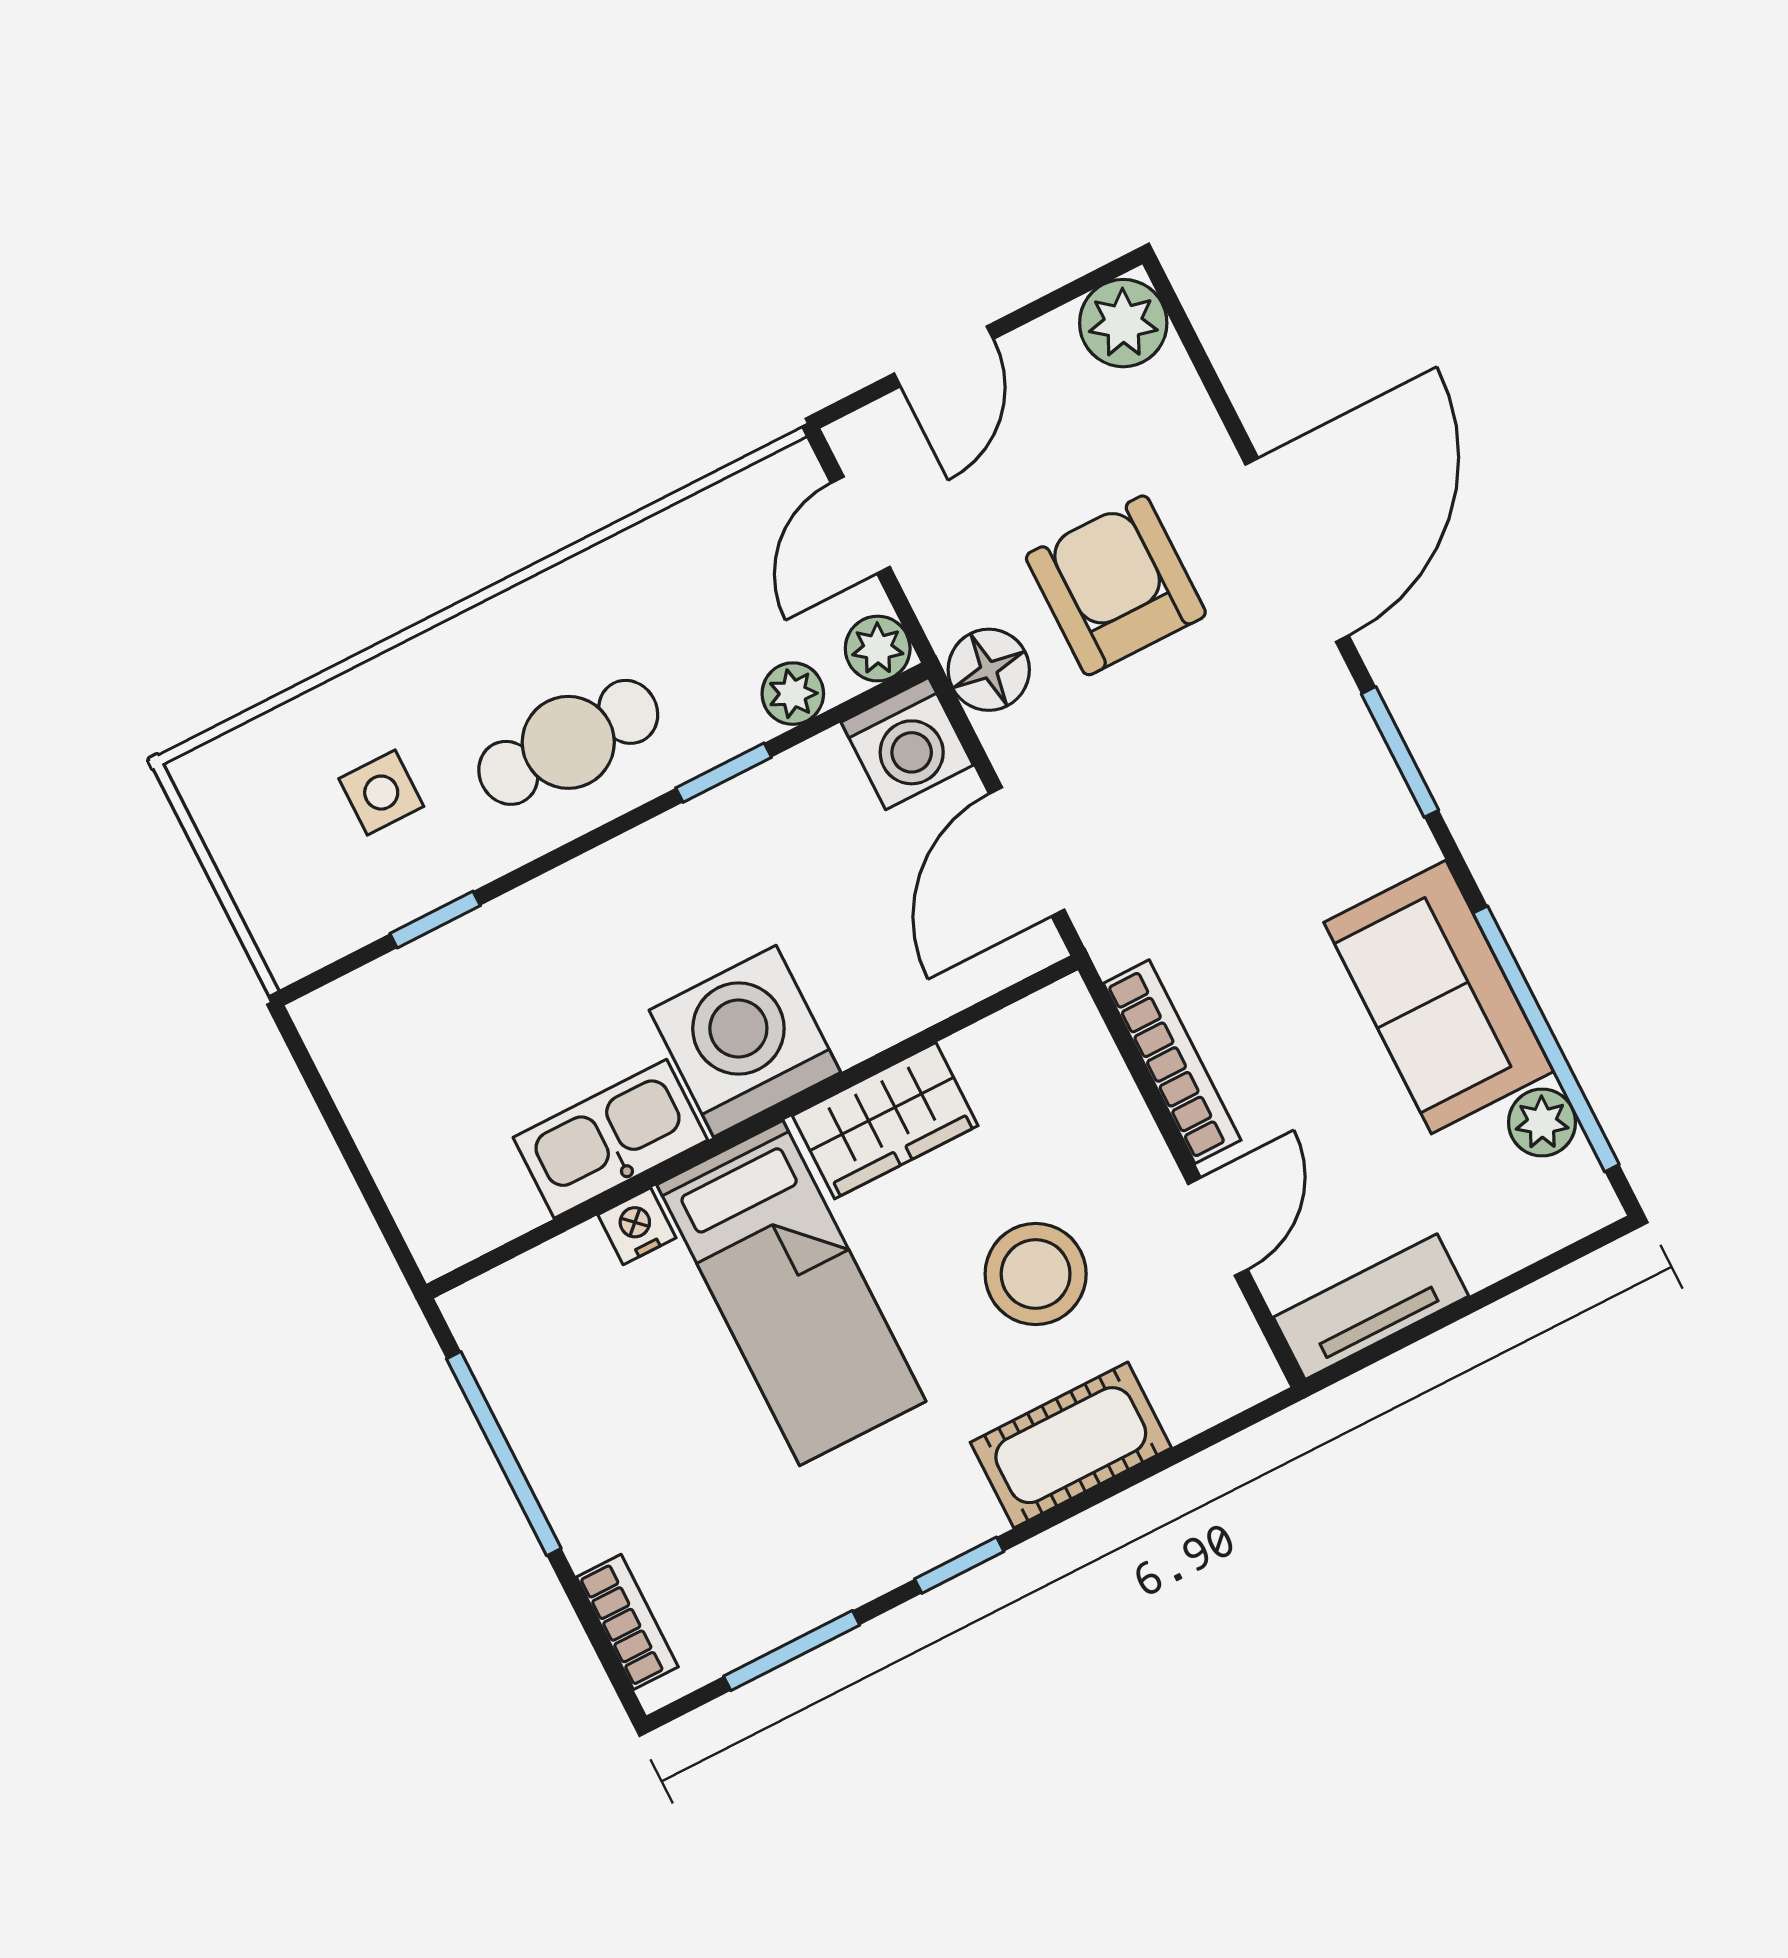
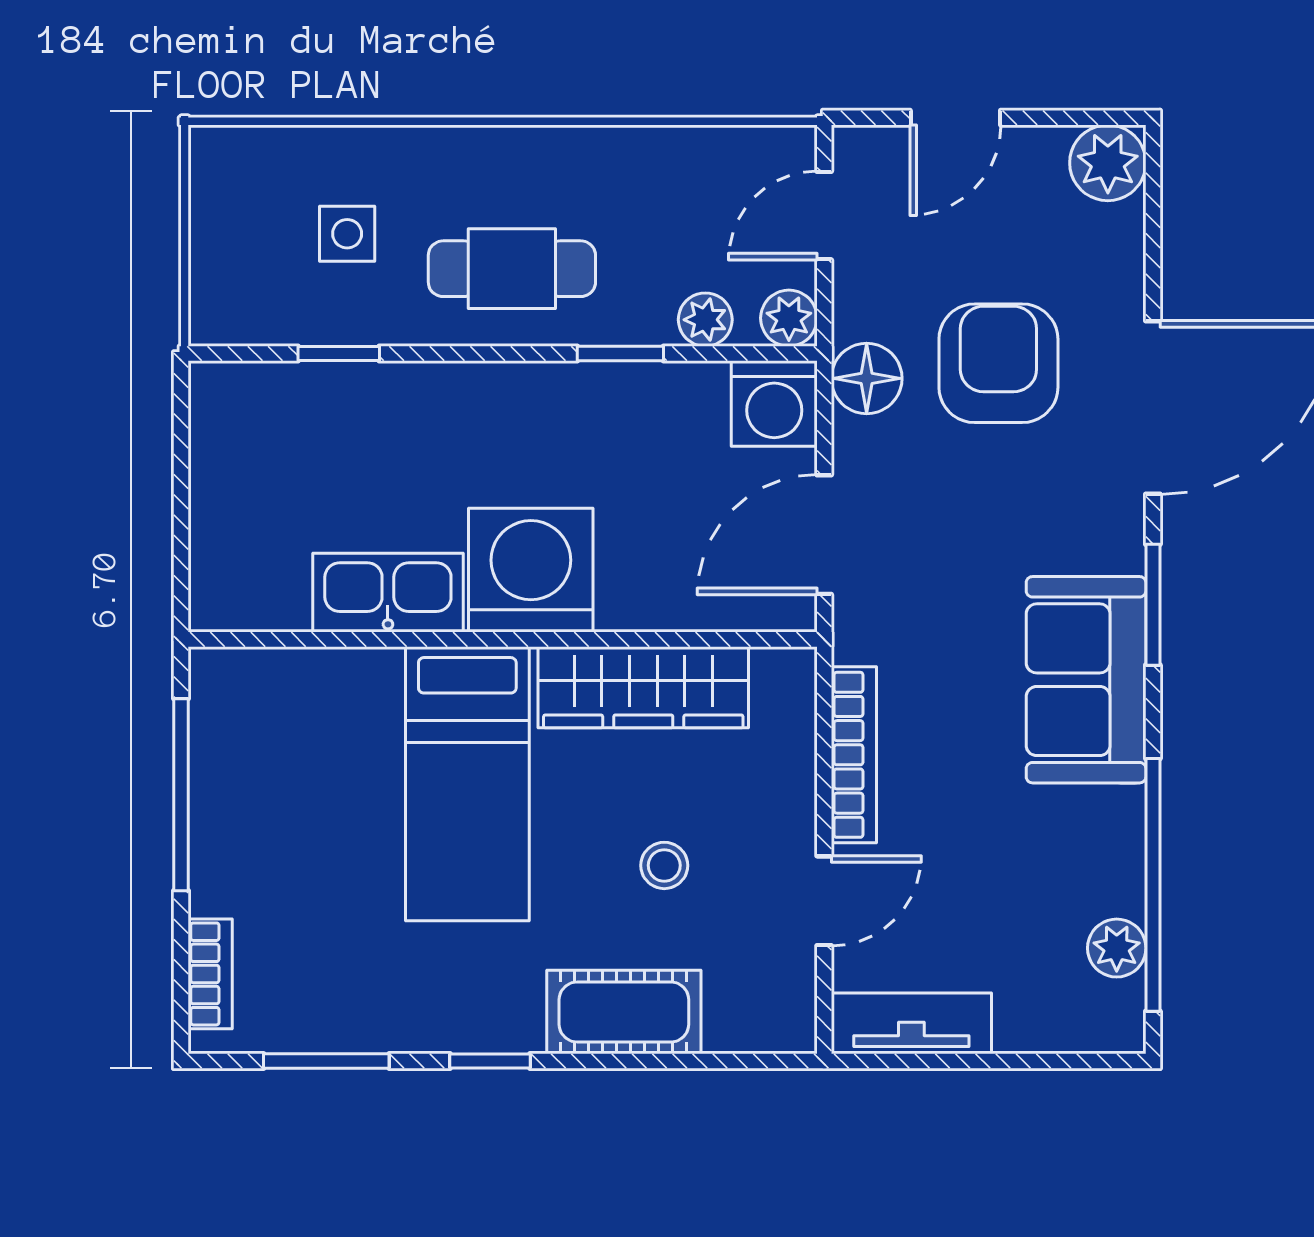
sofa: (1439, 997) -> (1086, 680), moved
wardrobe: (885, 1121) -> (643, 687), width x1.50
nightstand: (637, 1226) -> (374, 671), removed
stool: (1036, 1274) -> (664, 865), width x0.53, depth x0.53

